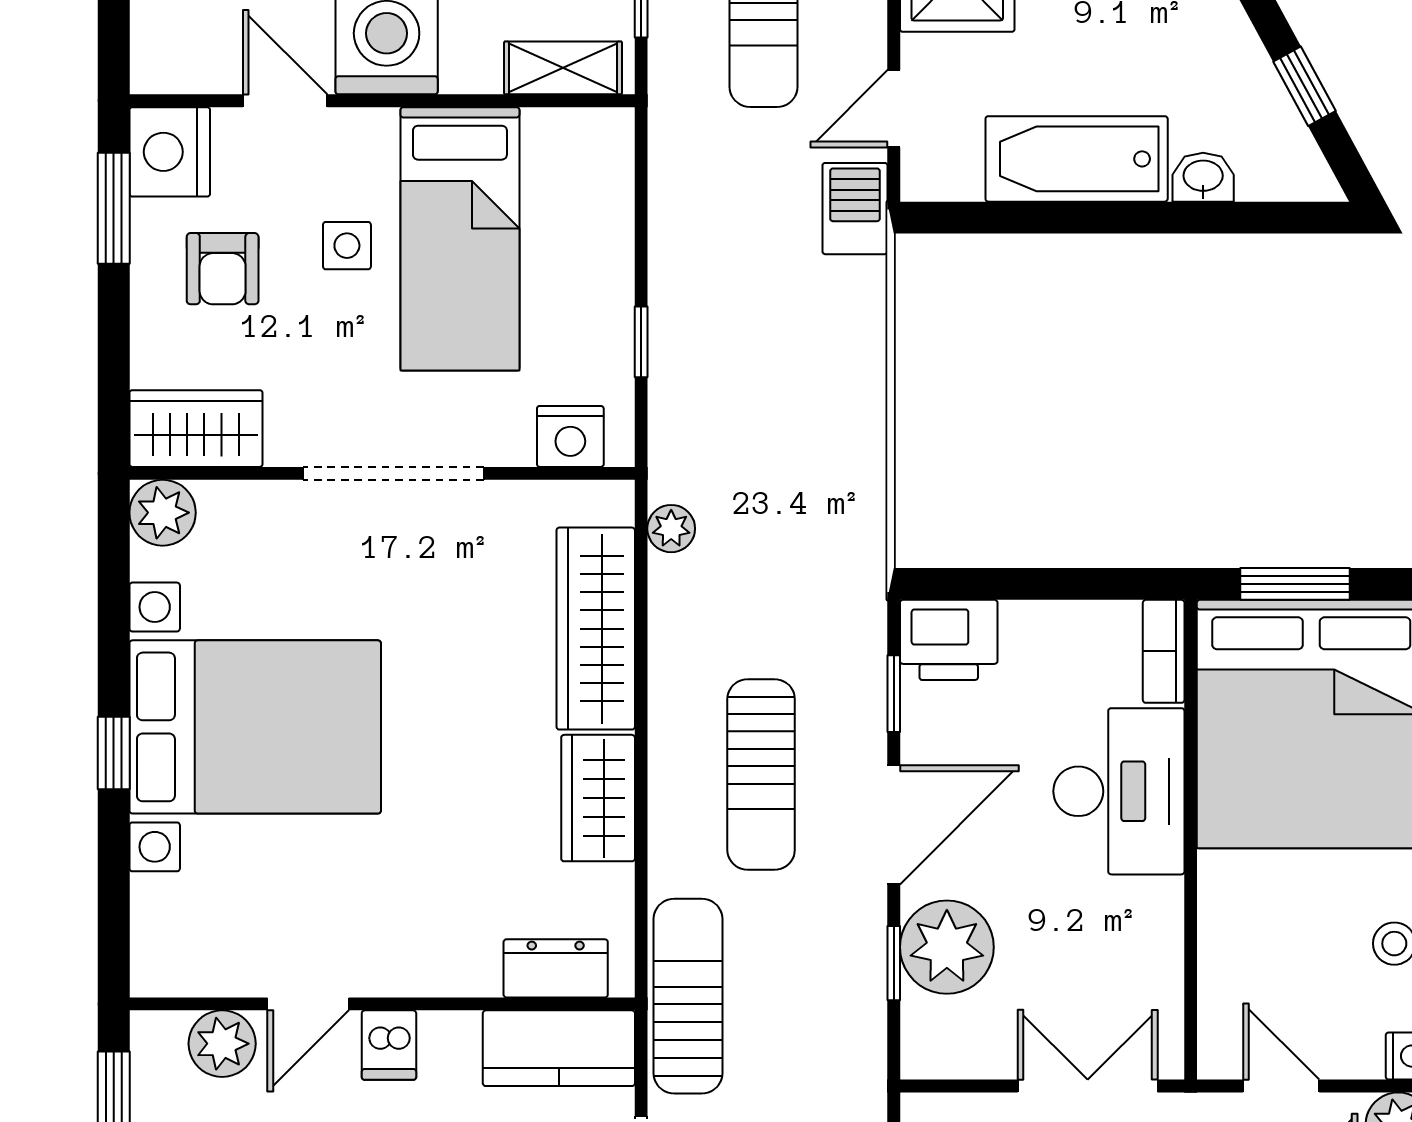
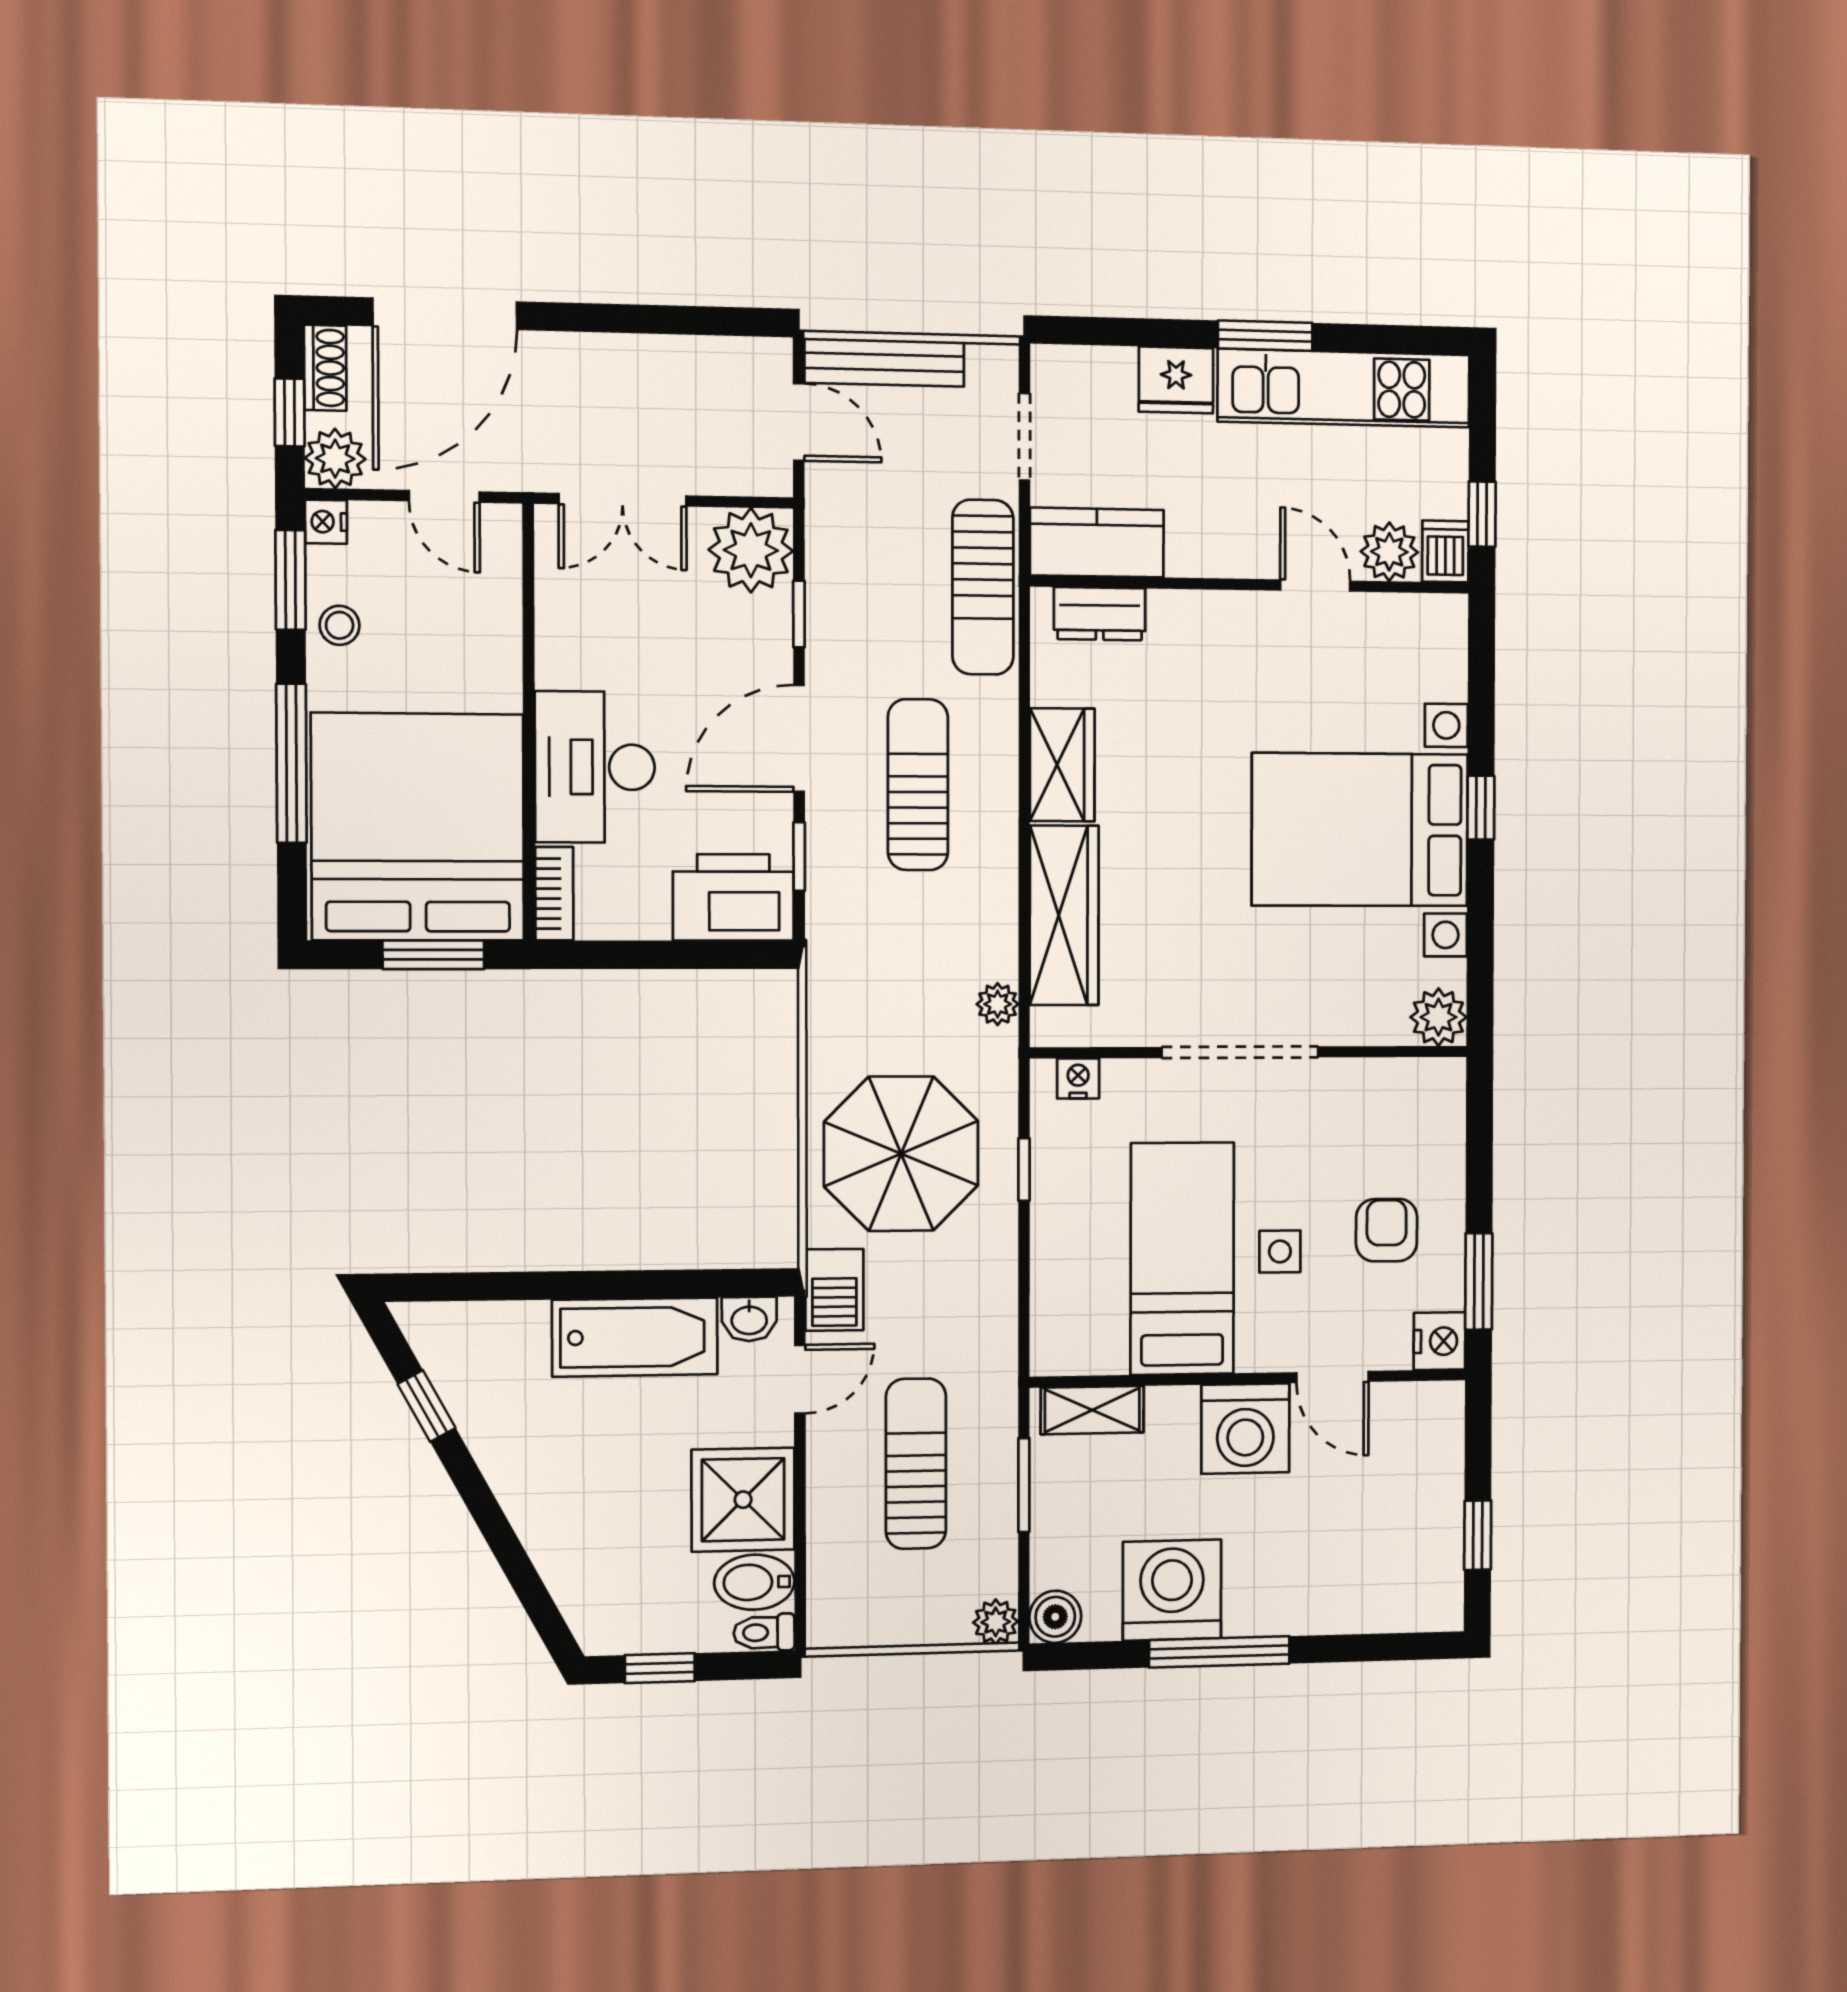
nightstand: (170, 152) -> (1439, 1341), width x0.74, depth x0.75
washbasin: (1203, 177) -> (749, 1319), moved
parasol: (780, 361) -> (901, 1154), added
wardrobe: (196, 429) -> (1410, 1091), removed
nightstand: (570, 436) -> (1078, 1078), width x0.72, depth x0.74
printer: (949, 640) -> (733, 897), width x1.37, depth x1.19
plant: (947, 947) -> (751, 550), moved
door: (308, 1004) -> (1315, 586), hinge flipped
dishwasher: (389, 1045) -> (1445, 551), moved

